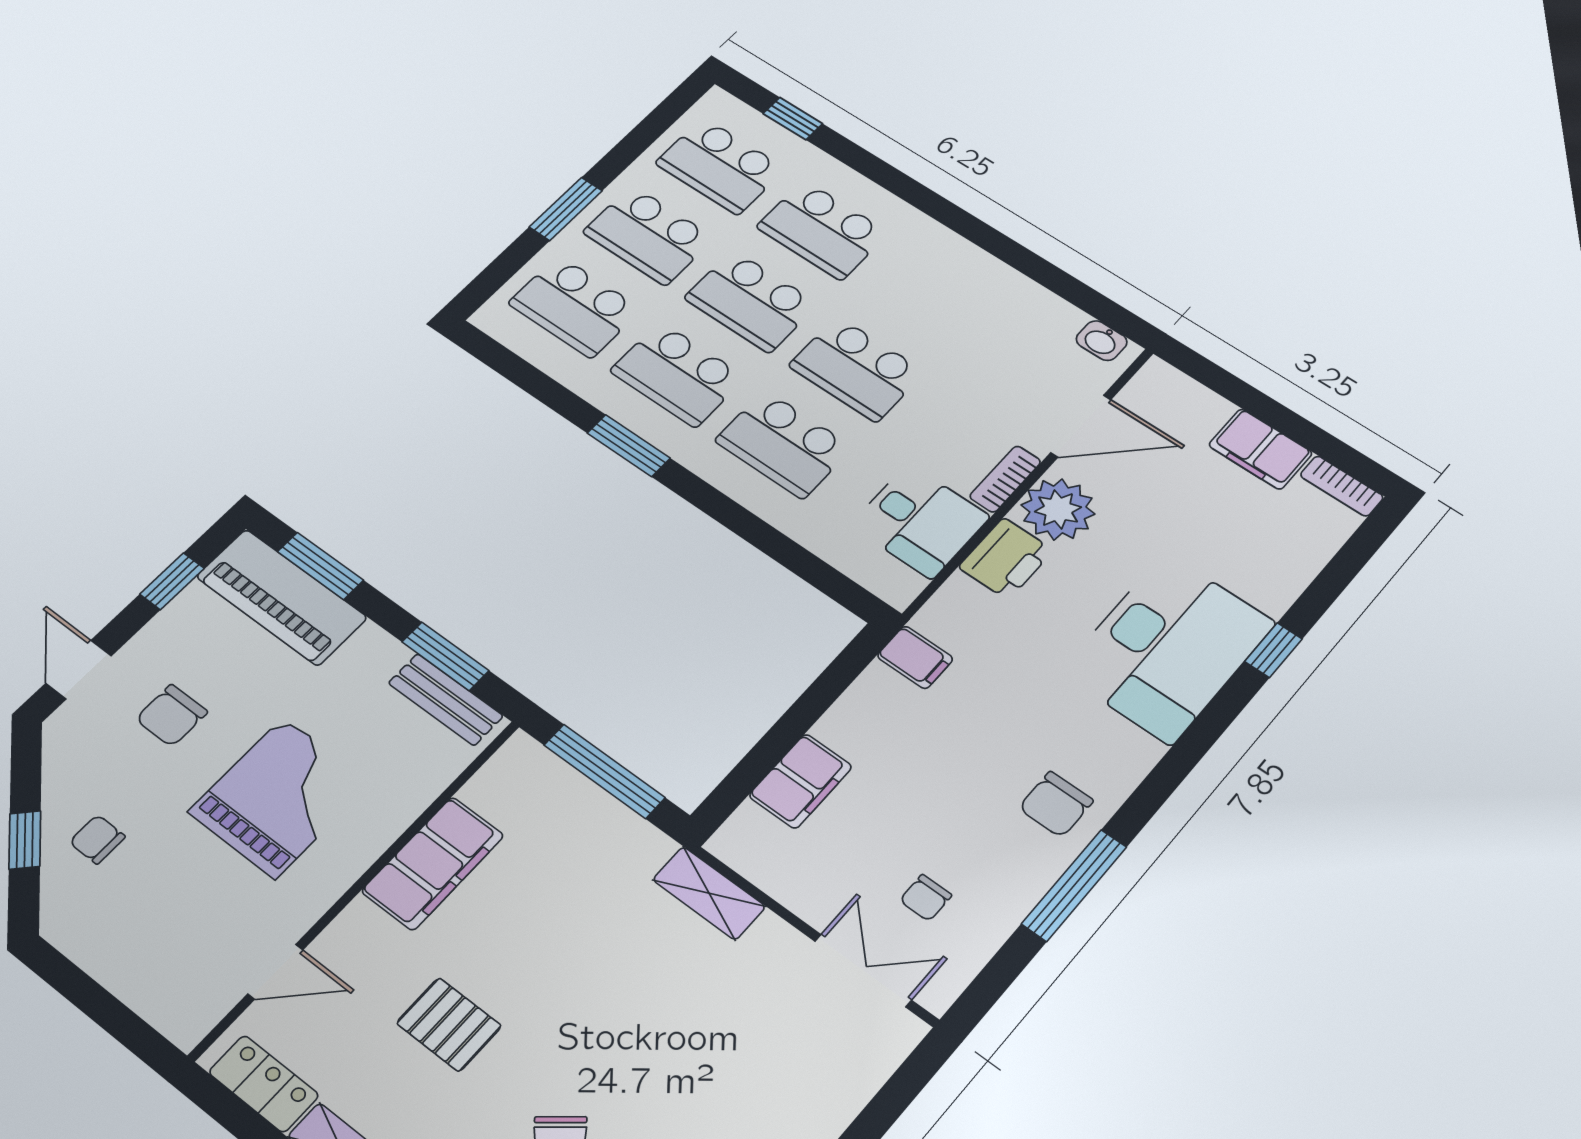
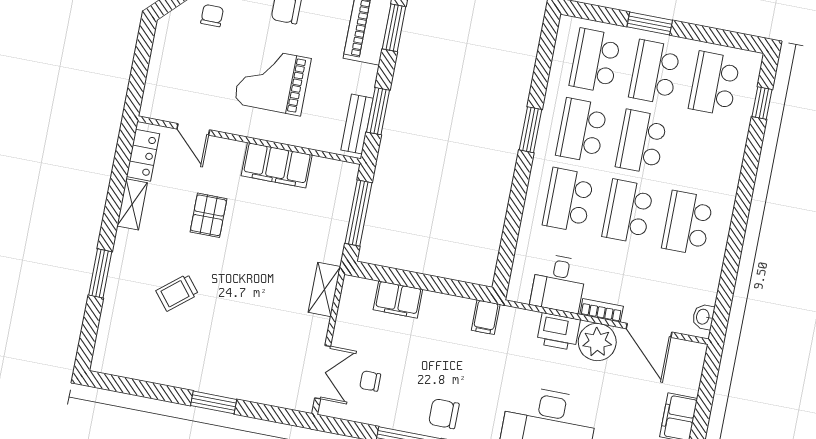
school desk: (822, 230) -> (687, 223), moved
grand piano: (279, 797) -> (273, 81), turned 180

